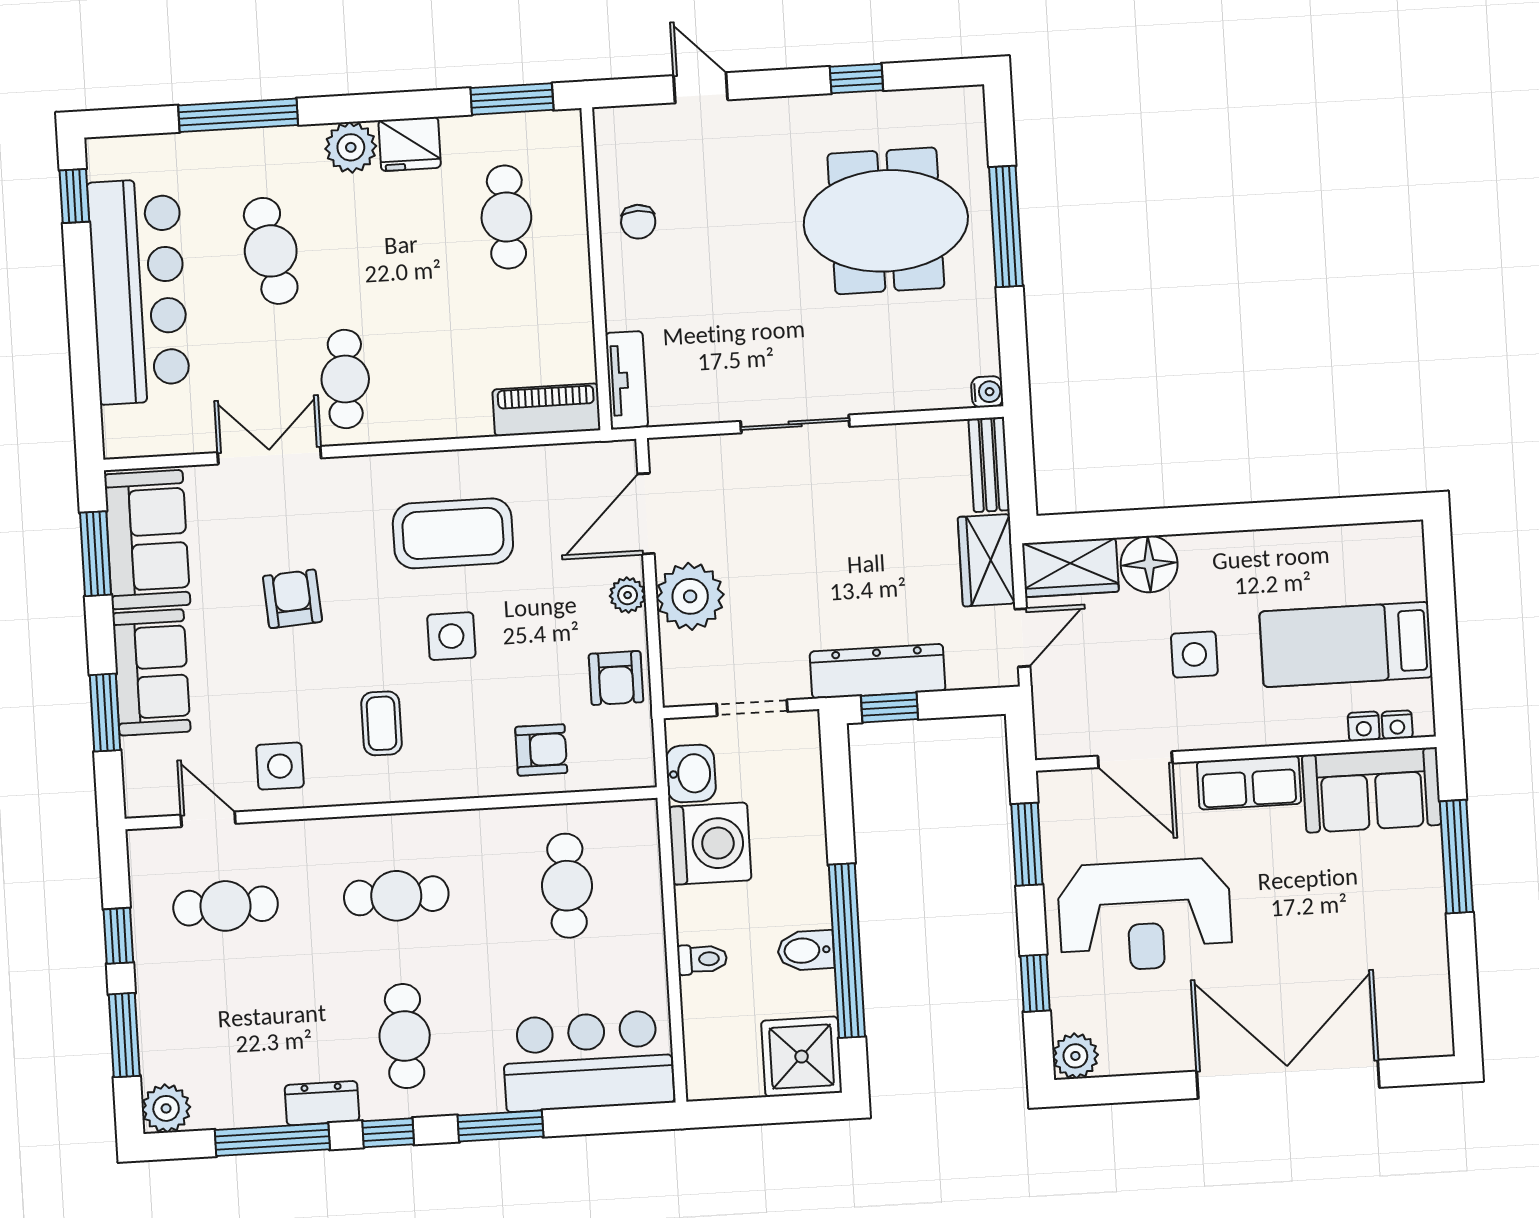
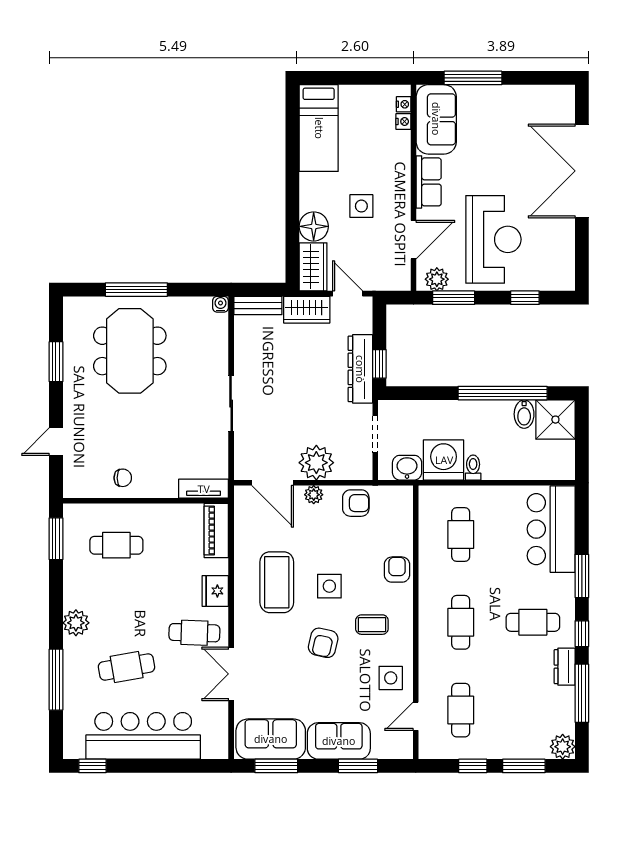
window: (856, 78) -> (56, 362), width x1.50
fridge: (410, 144) -> (215, 591), moved, turned 180
armchair: (292, 599) -> (323, 643), moved, turned -73
bed: (1346, 644) -> (319, 128), moved
armchair: (541, 750) -> (397, 570), moved
cafe table: (567, 886) -> (461, 534), turned 90
bidet: (806, 950) -> (524, 414), moved
toilet: (702, 959) -> (473, 468), moved
plant: (1075, 1056) -> (437, 279), moved

